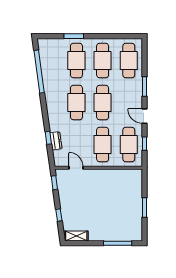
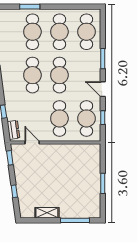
dresser: (56, 141) -> (13, 130), moved
shelving: (76, 236) -> (47, 213), moved

